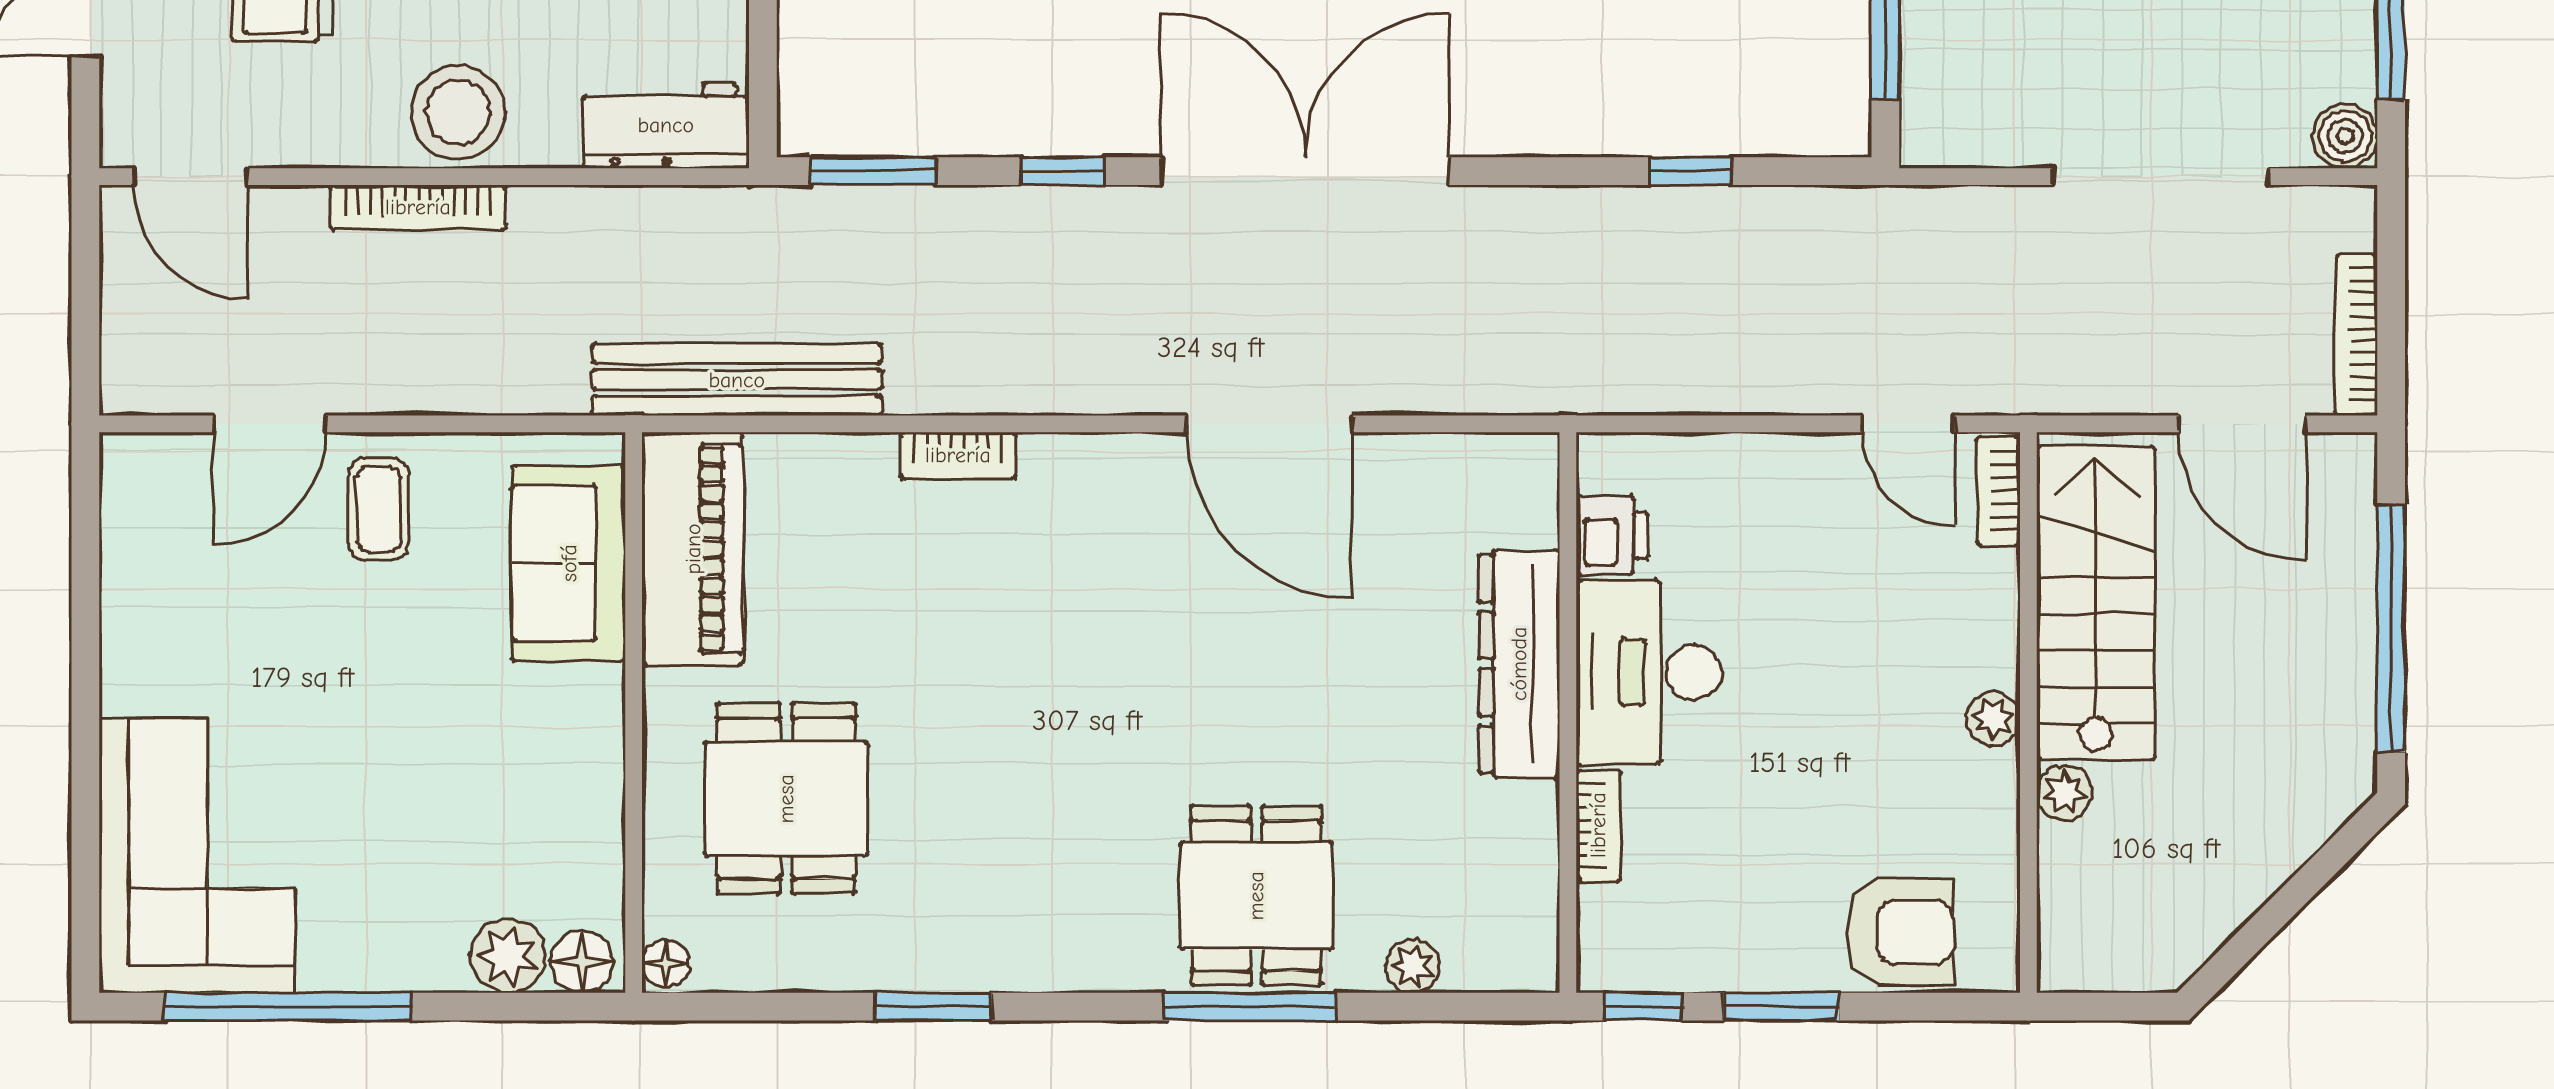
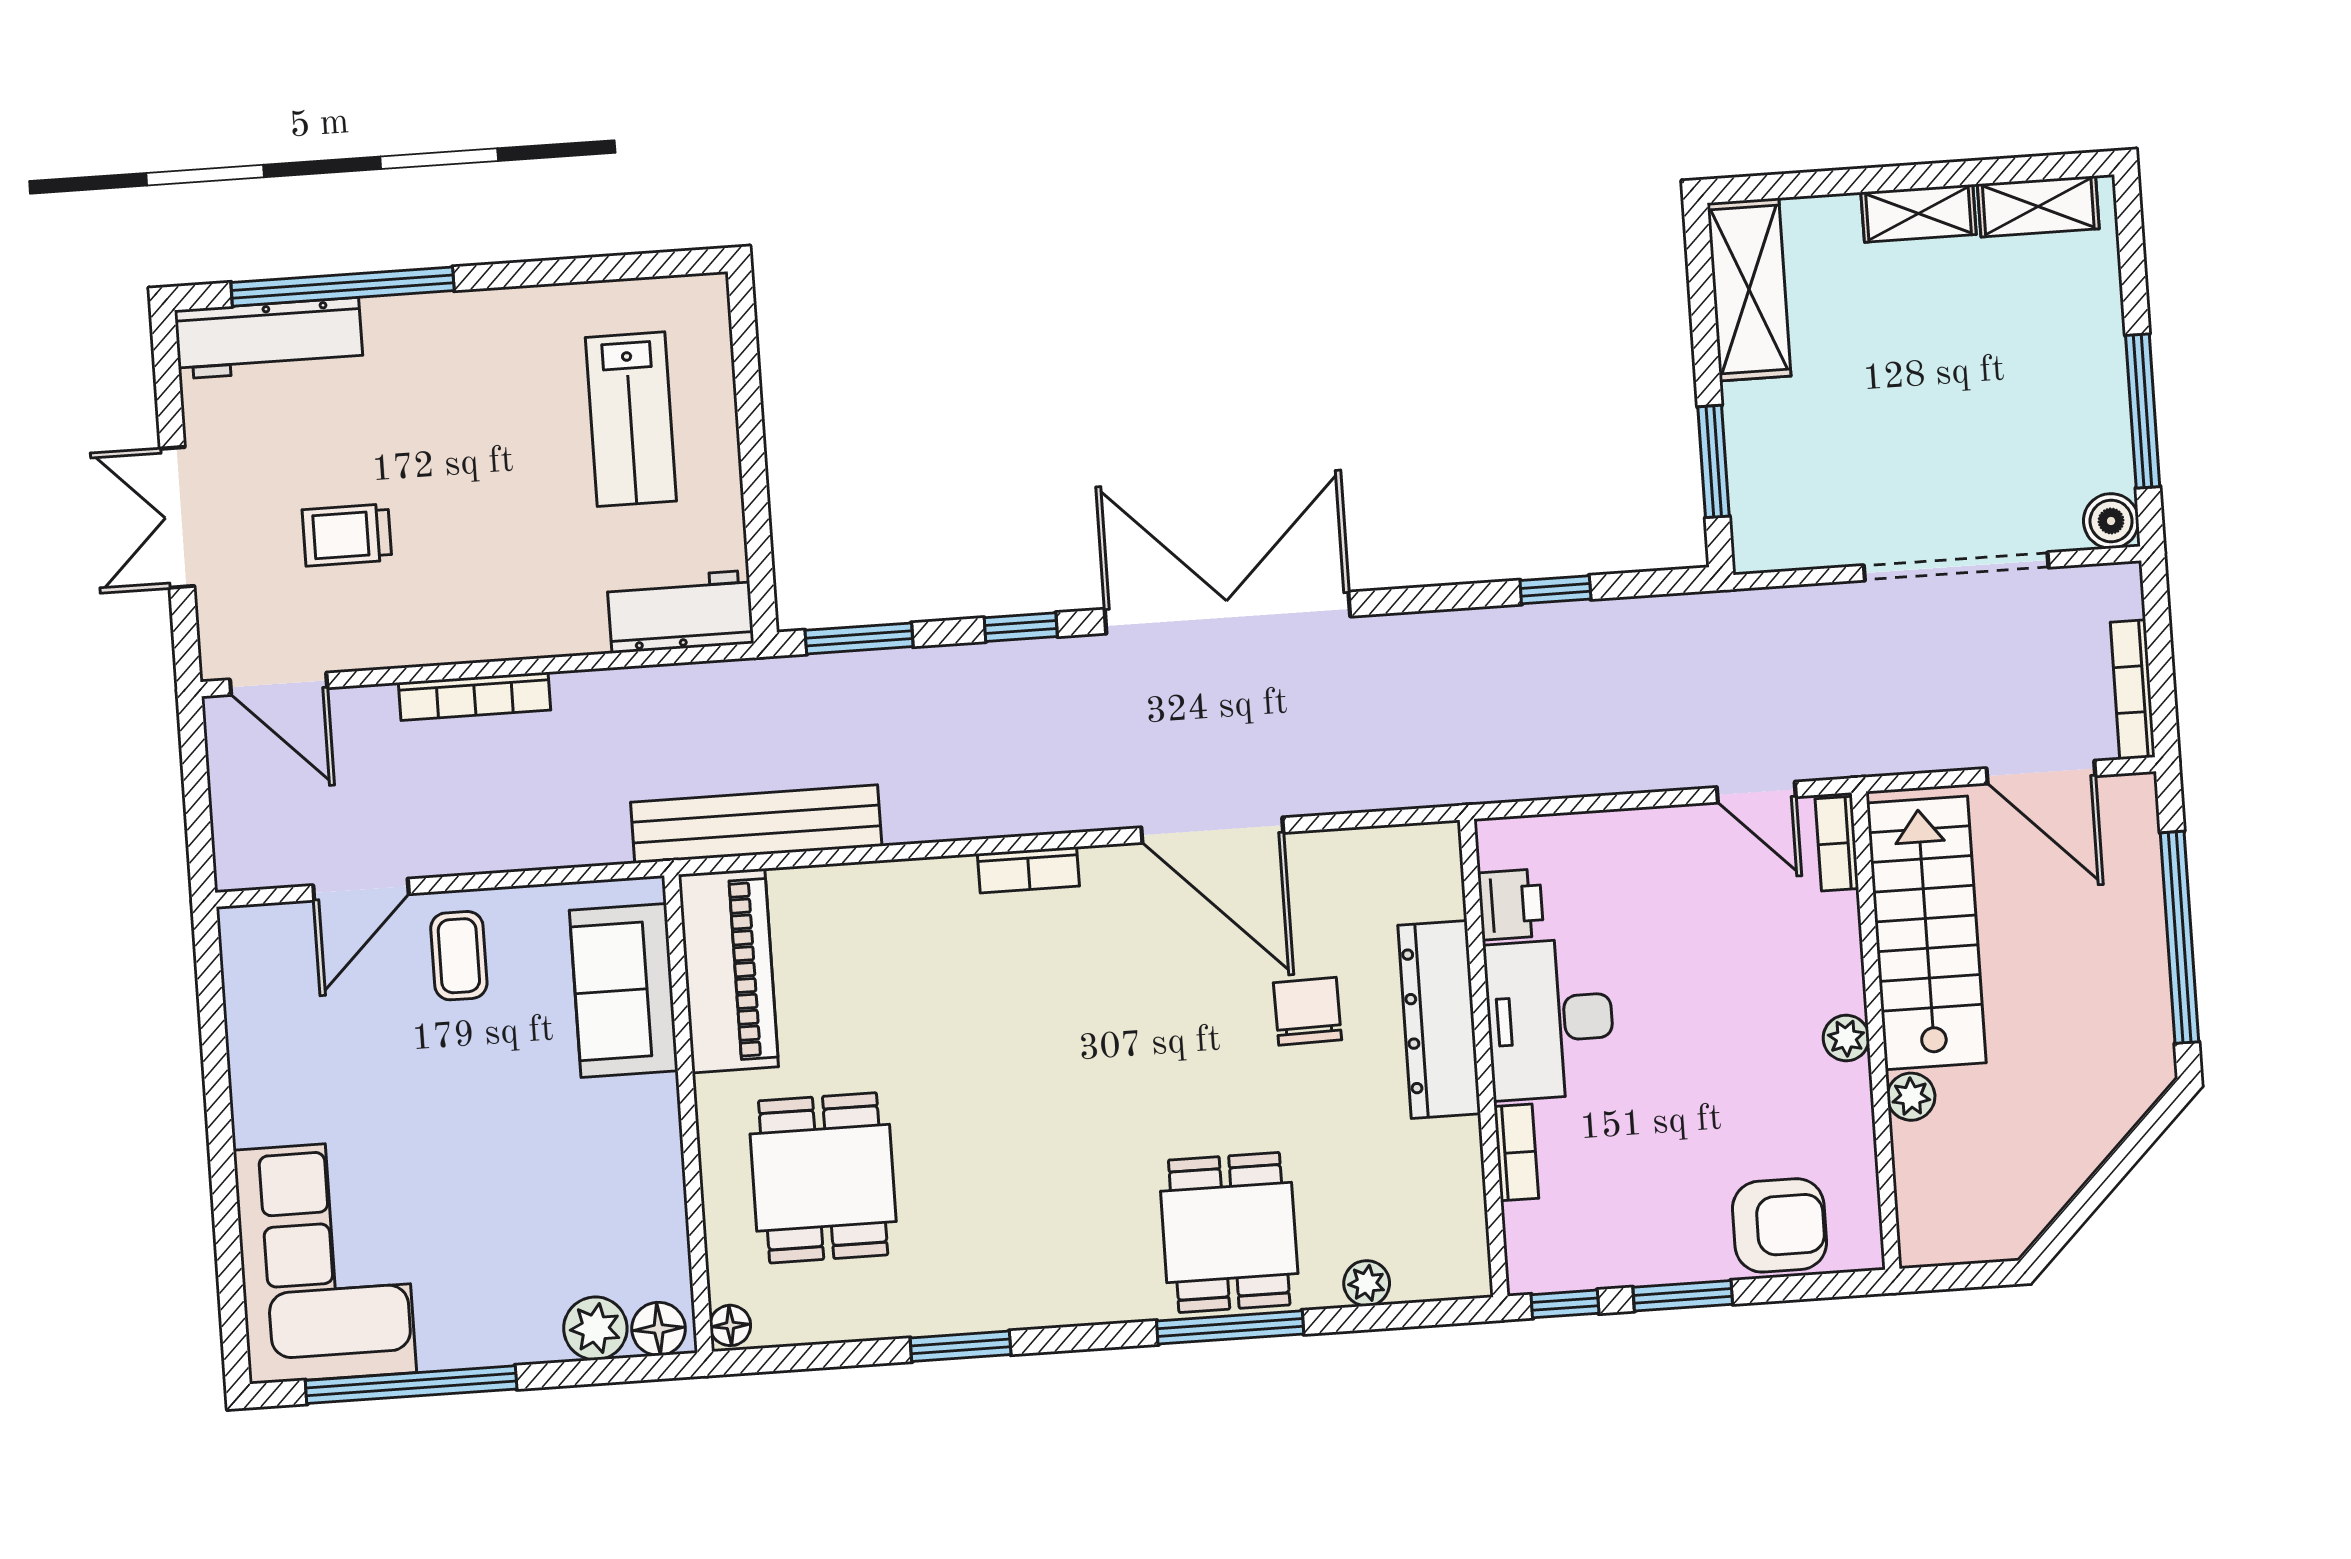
stool: (458, 112) -> (503, 613), removed
bookcase: (958, 455) -> (1028, 870), moved
chair: (1366, 643) -> (1307, 1011), added

